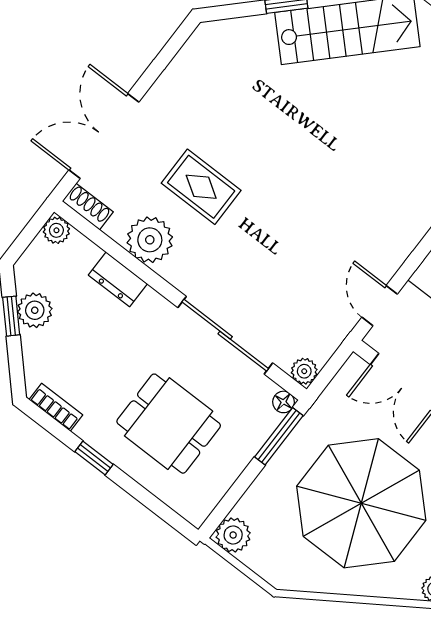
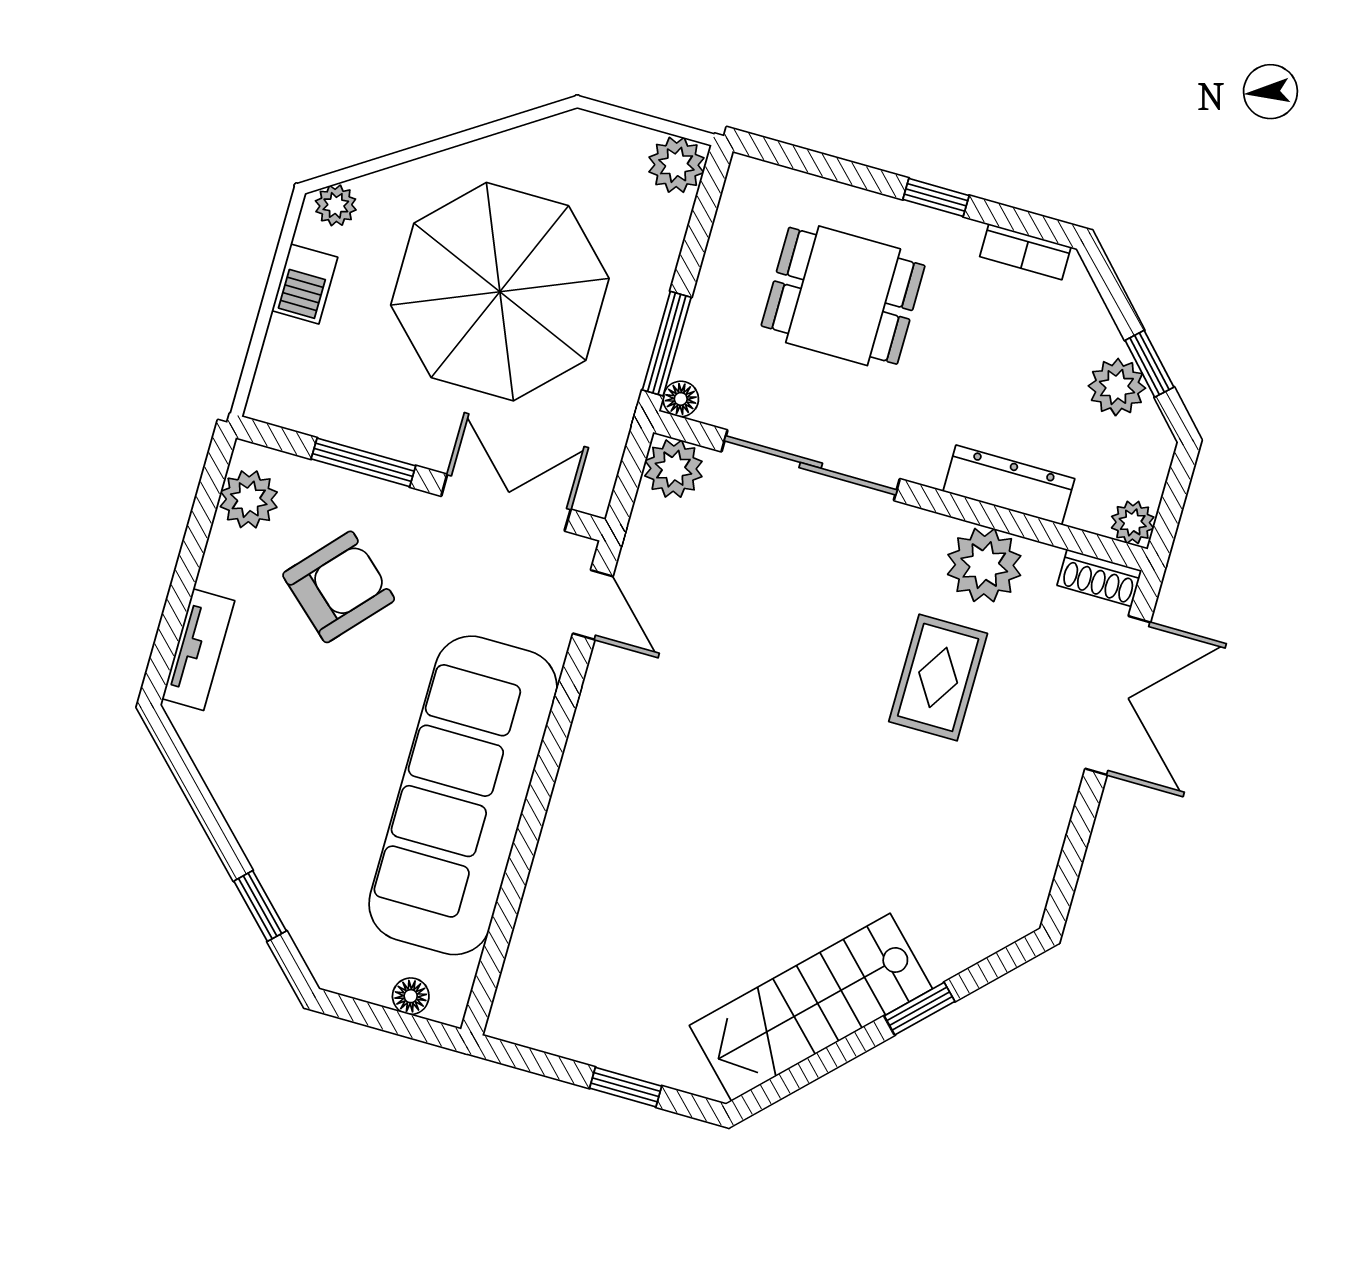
rug: (201, 187) -> (938, 677), turned 90
dresser: (118, 279) -> (1009, 485), width x1.44
plant: (304, 371) -> (673, 469), width x1.38, depth x1.38

